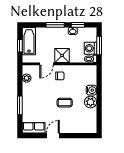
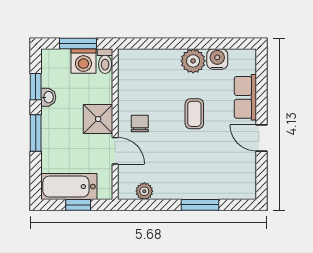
water cooler: (91, 90) -> (217, 59), moved
row of seats: (34, 128) -> (245, 97), moved

